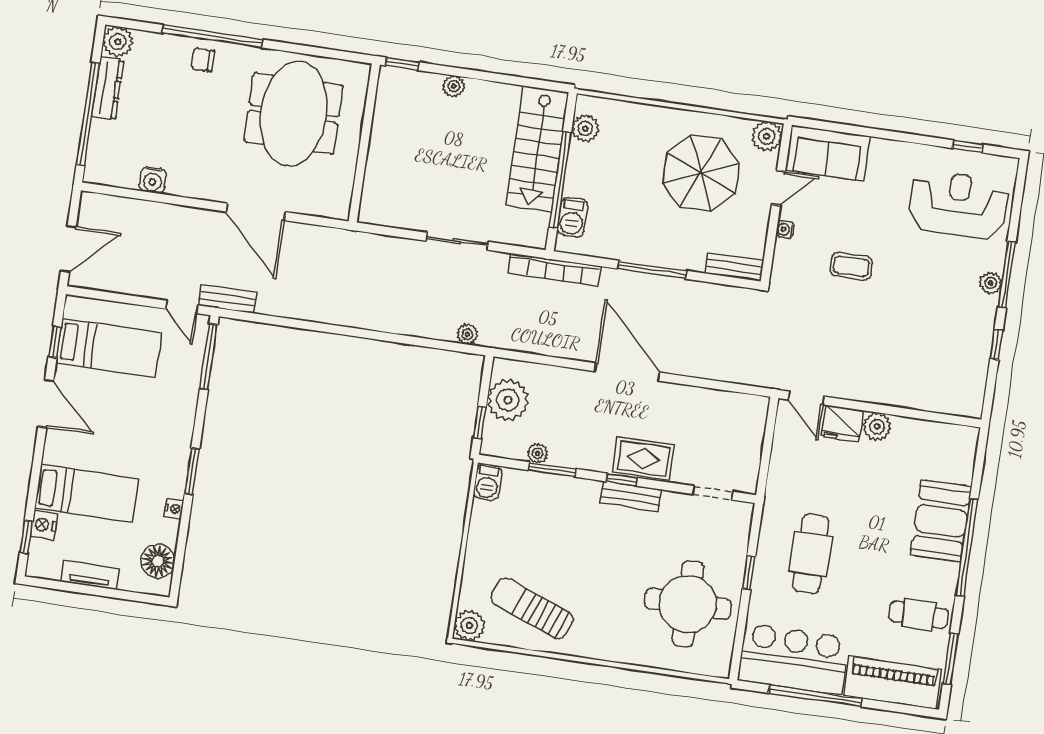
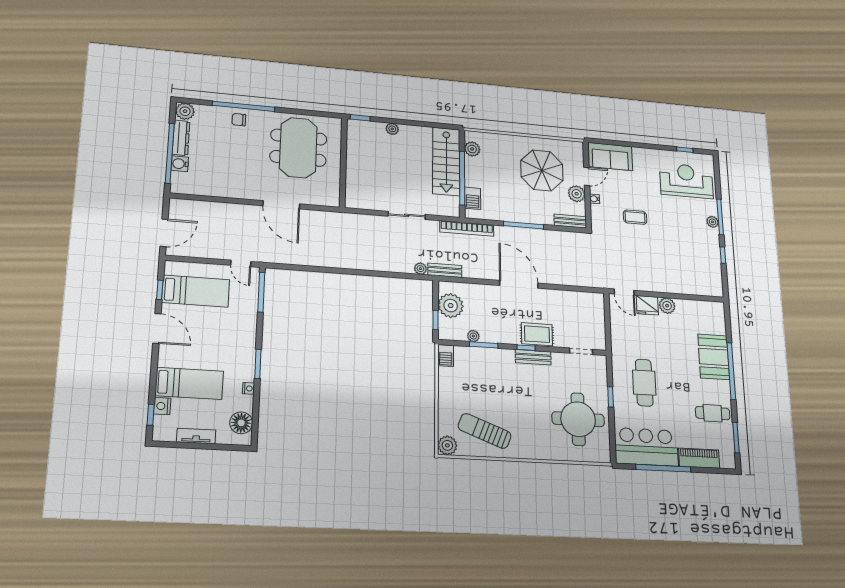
plant: (767, 136) -> (577, 194), moved
water cooler: (153, 180) -> (180, 164), moved, turned 90
bench: (227, 299) -> (445, 270), moved
piano: (893, 683) -> (699, 458), width x0.73, depth x0.75

